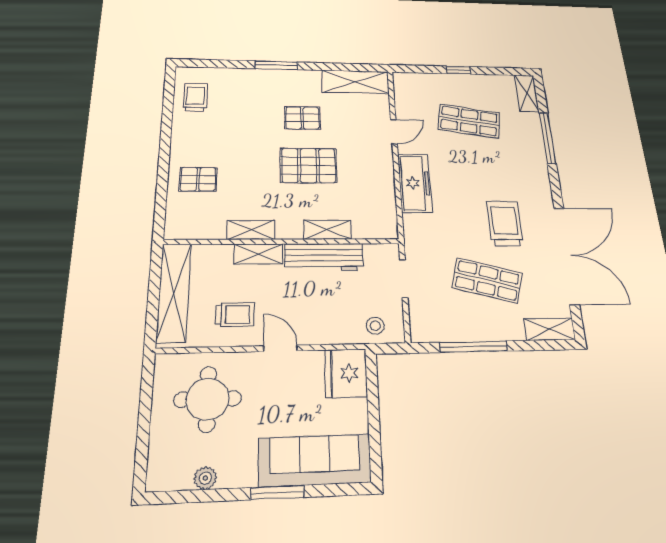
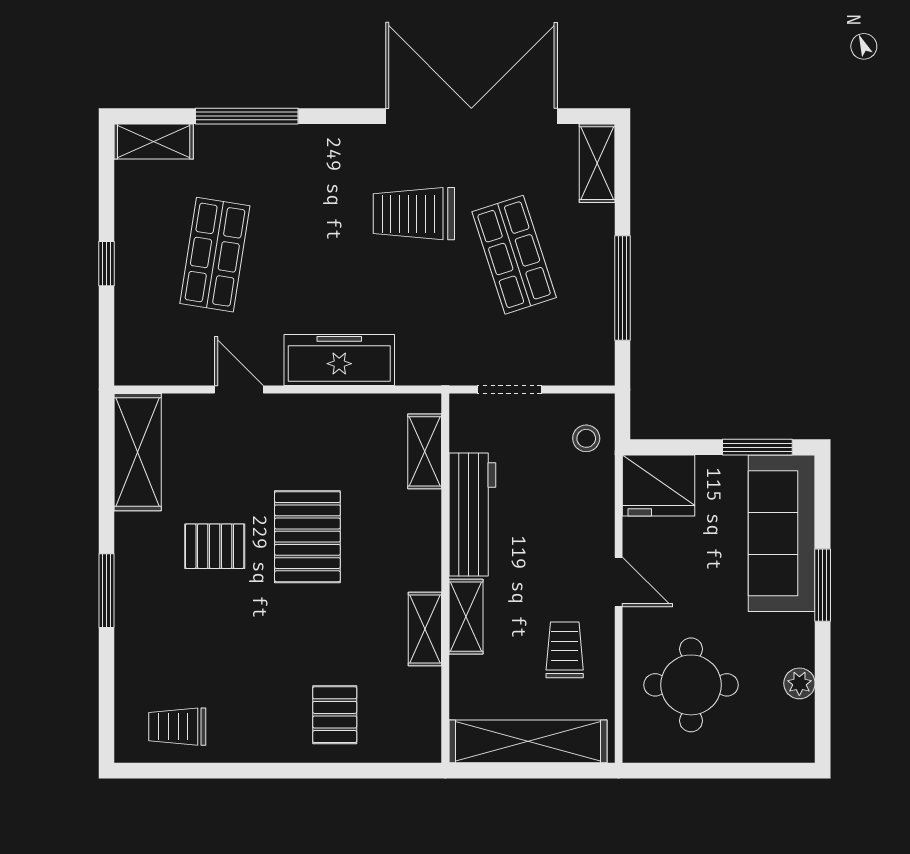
pallet: (302, 118) -> (215, 546), turned 90
shelving: (328, 230) -> (425, 451), moved
shop shelf: (487, 280) -> (514, 255), turned -33
door: (280, 348) -> (619, 582), swing flipped
window: (375, 440) -> (757, 447), added

